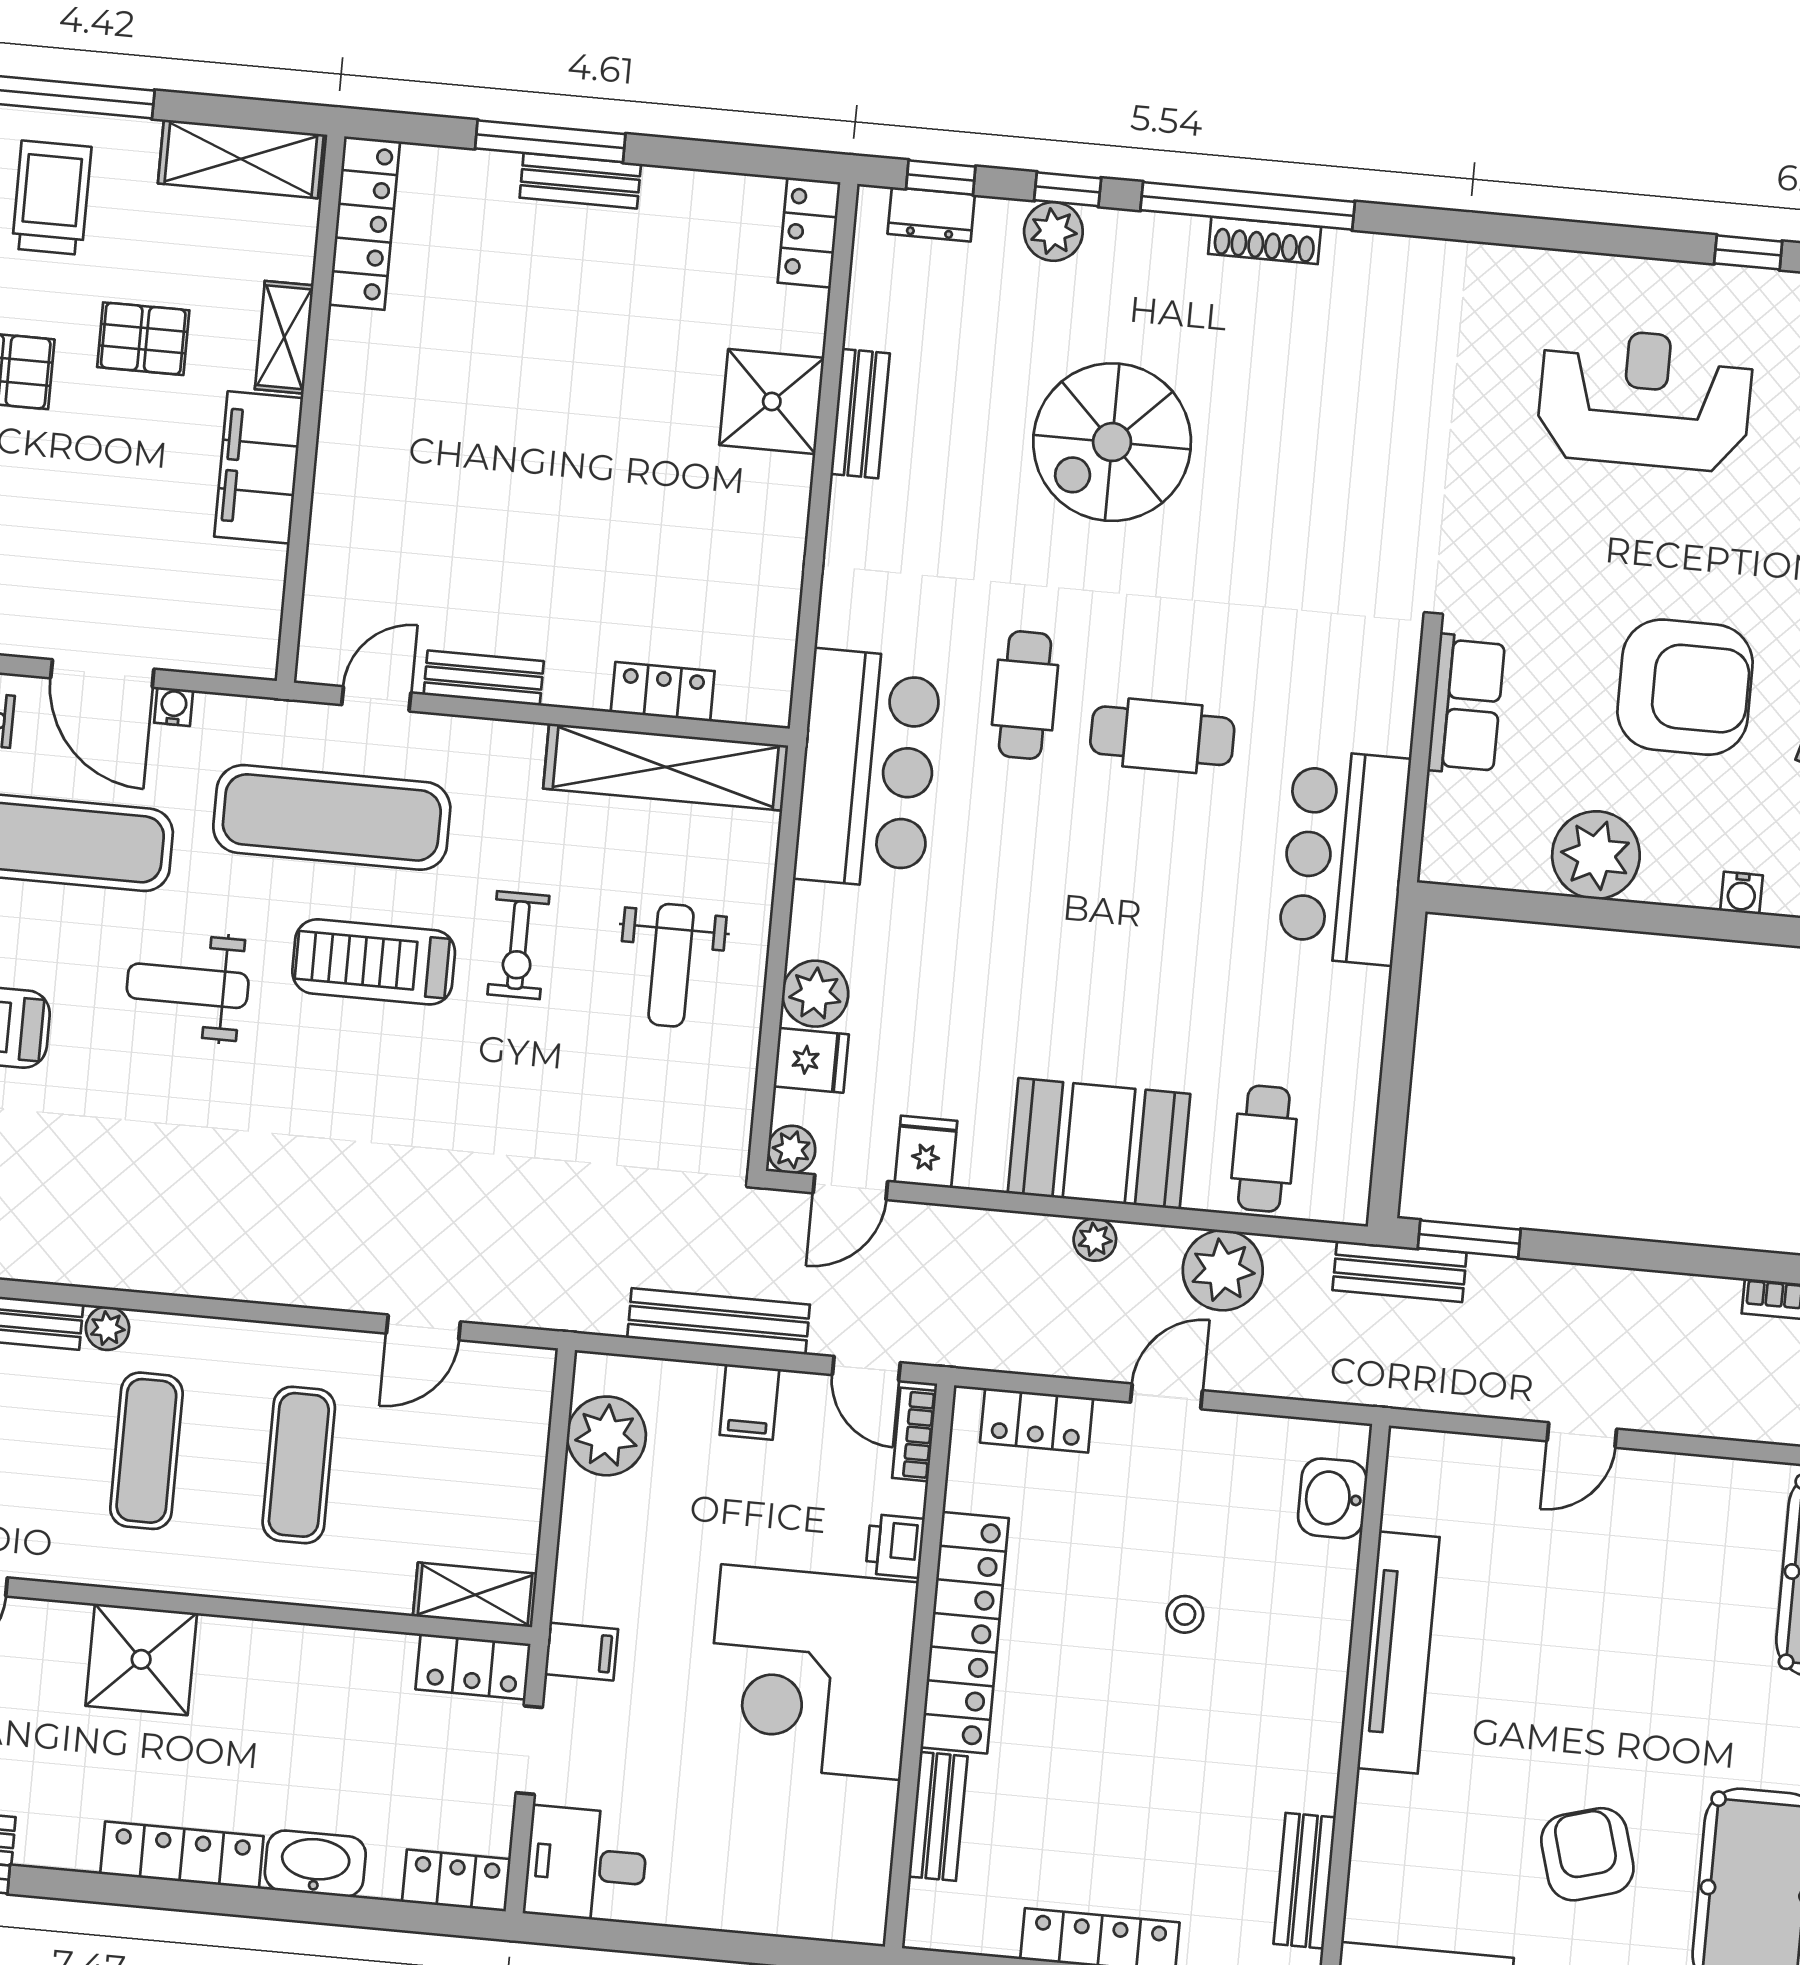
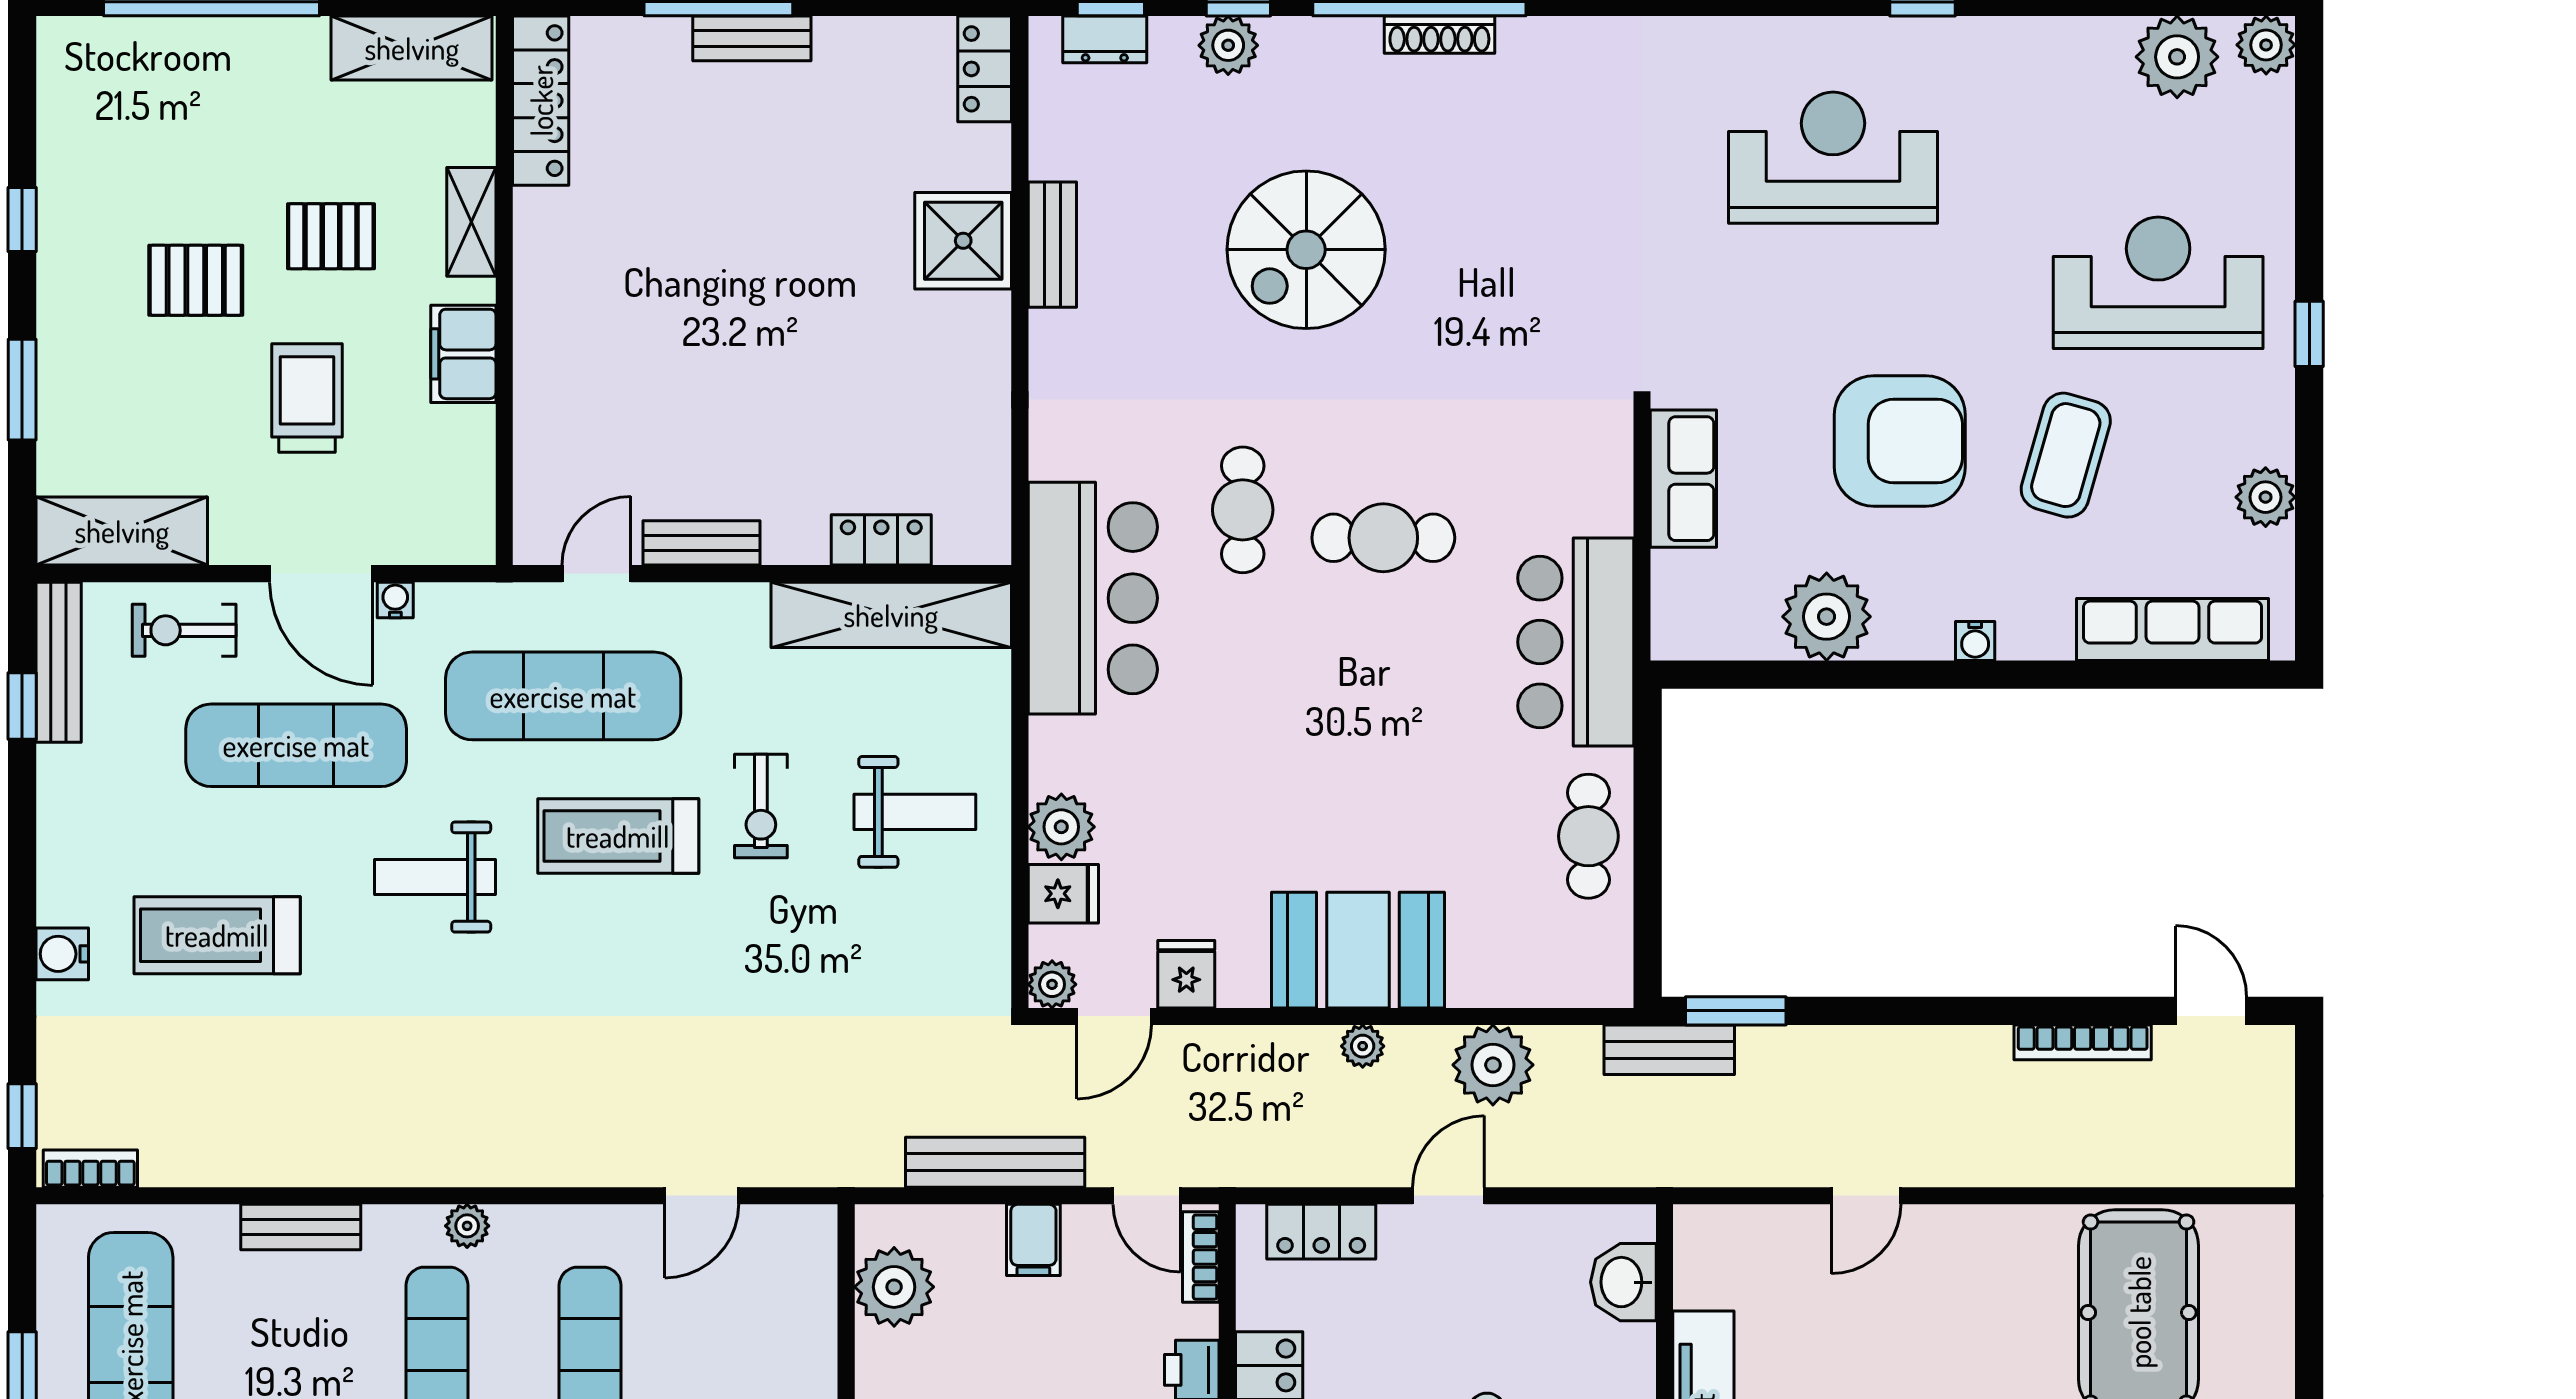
trolley: (52, 198) -> (307, 398), moved
filing cabinet: (259, 467) -> (463, 354), width x0.67, depth x0.86
weight bench: (671, 965) -> (915, 812), turned -90
cafe table: (1264, 1149) -> (1588, 836), moved
plant: (107, 1328) -> (467, 1226), moved

